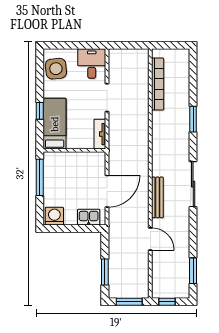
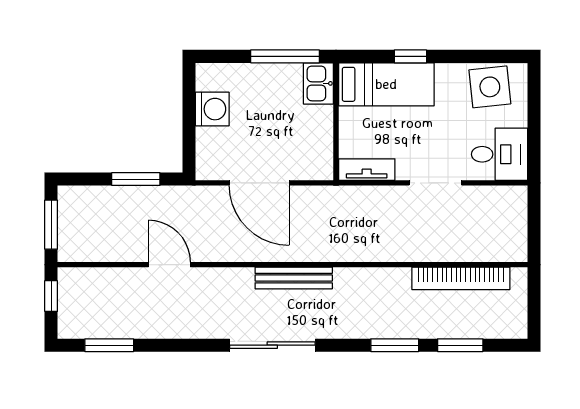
window: (193, 84) -> (460, 345), added
bench: (157, 197) -> (294, 278), moved
washing machine: (54, 216) -> (212, 109), moved
kitchen sink: (89, 217) -> (318, 83), moved, turned 180
door: (150, 239) -> (169, 265), swing flipped
window: (105, 272) -> (136, 179), moved

